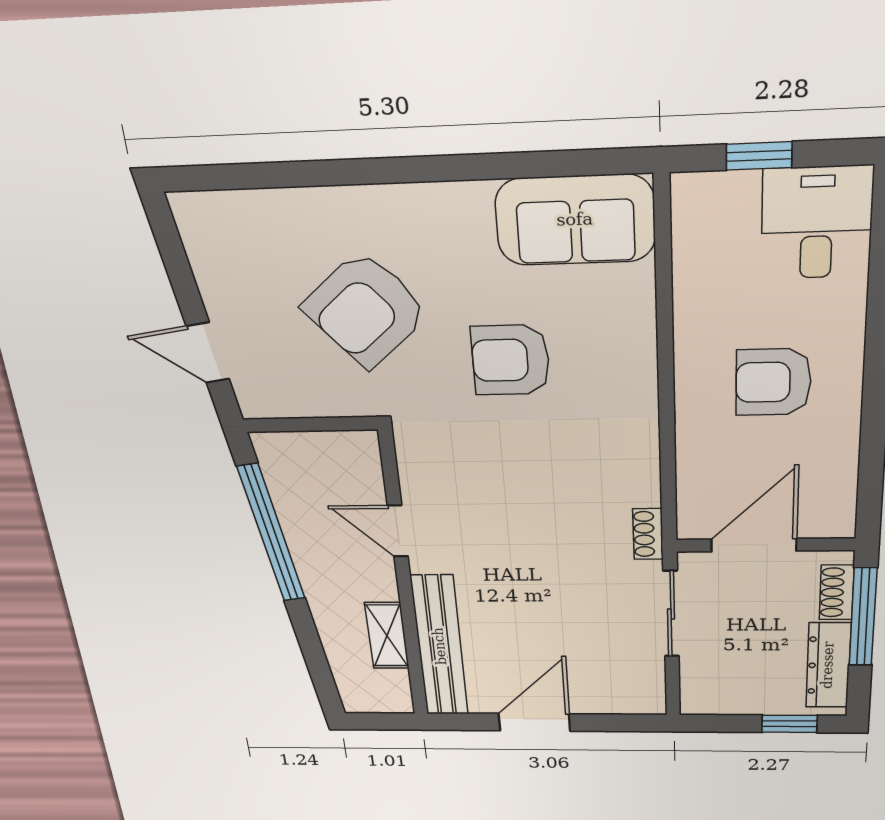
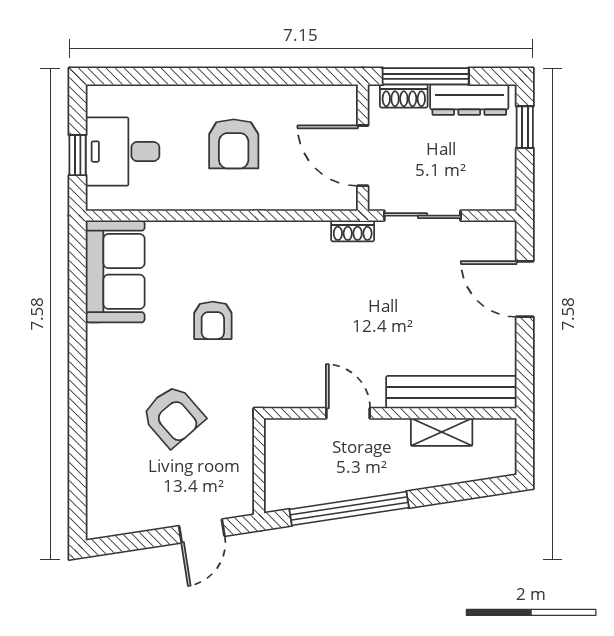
desk: (817, 223) -> (123, 152), moved
armchair: (366, 310) -> (173, 416), width x0.73, depth x0.73
armchair: (511, 360) -> (213, 320), width x0.72, depth x0.72
door: (398, 531) -> (348, 413), swing flipped
door: (534, 722) -> (525, 289), moved

